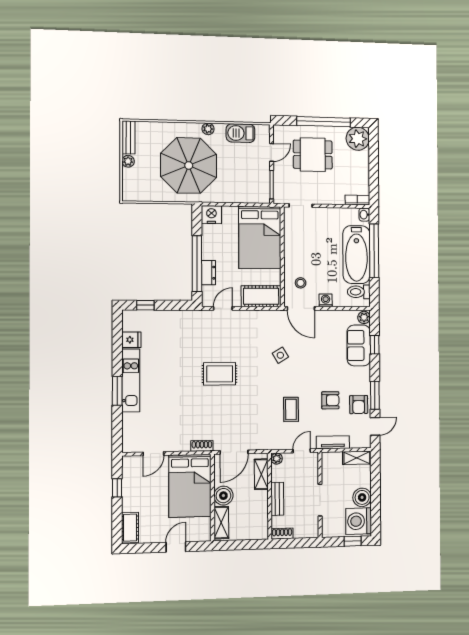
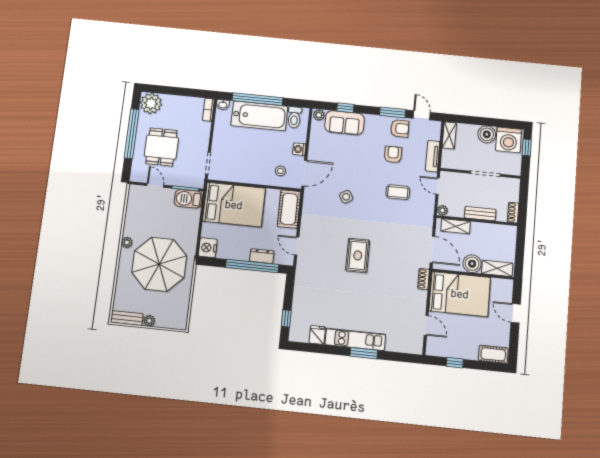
barbecue: (240, 133) -> (188, 199), moved, turned 90

